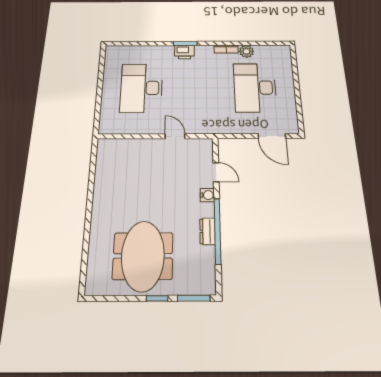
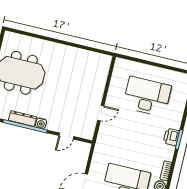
water cooler: (207, 195) -> (41, 123), moved
dresser: (208, 231) -> (23, 119), width x1.44

